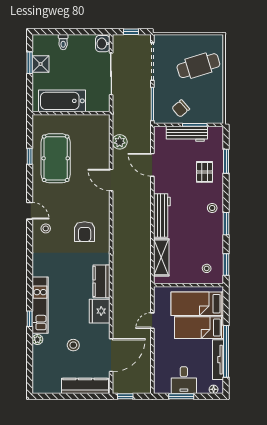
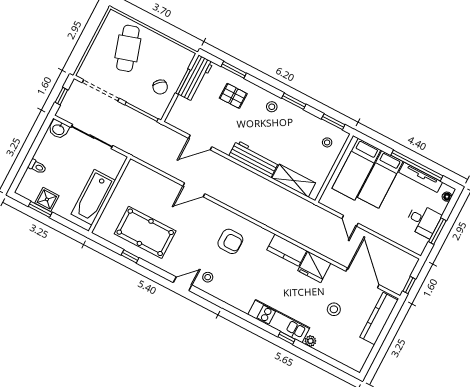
workbench: (187, 134) -> (196, 78), moved
plant: (120, 142) -> (162, 162), removed

